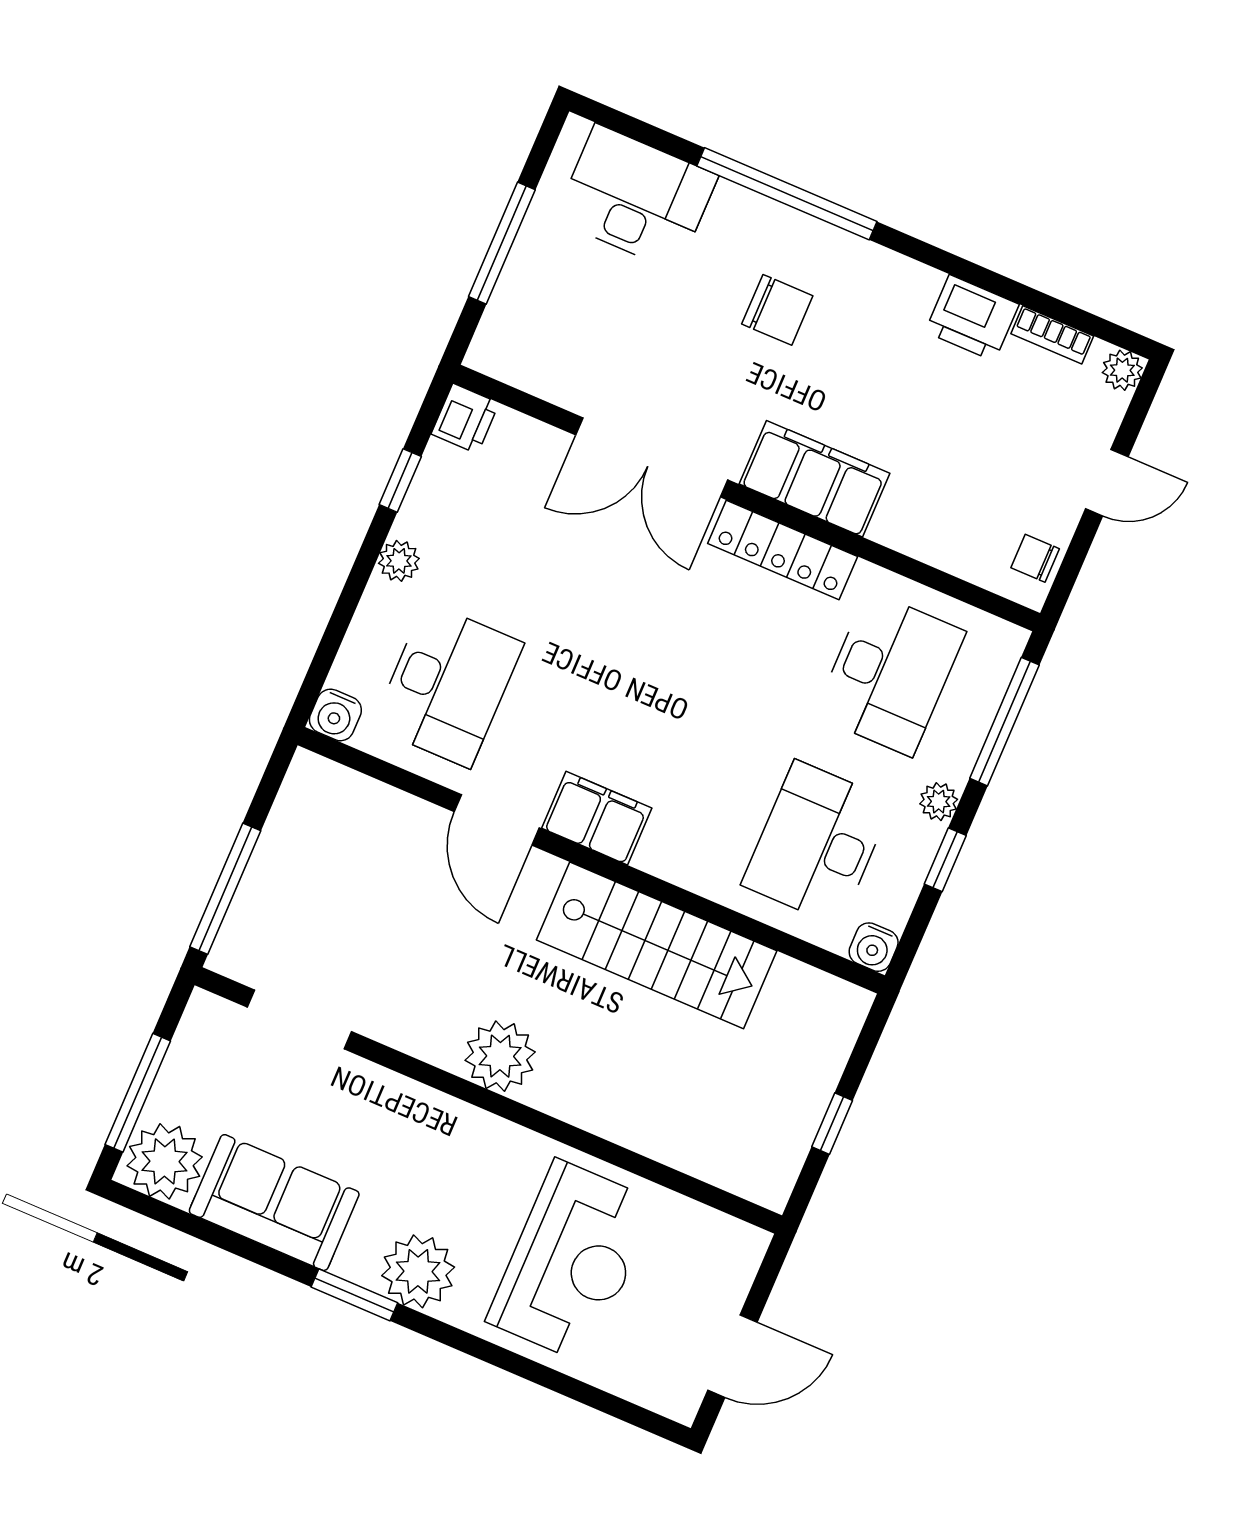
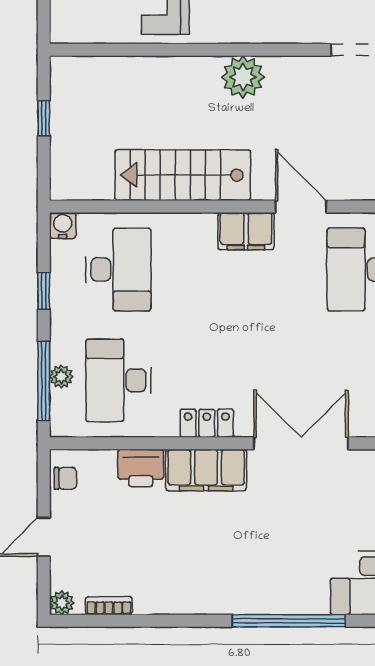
chair: (777, 310) -> (267, 554), removed
printer: (972, 318) -> (141, 468), moved, turned 180
locker: (783, 550) -> (207, 423), width x0.66
plant: (939, 802) -> (61, 377), moved

